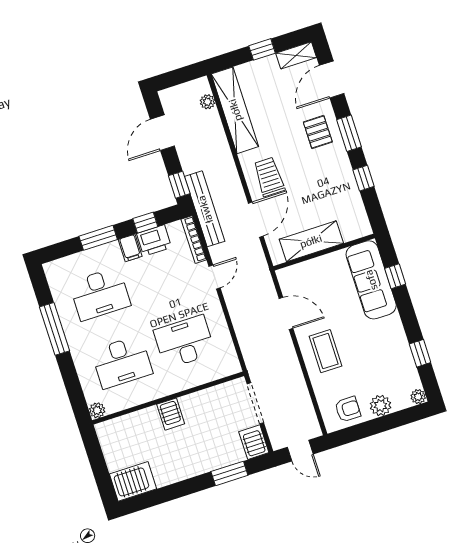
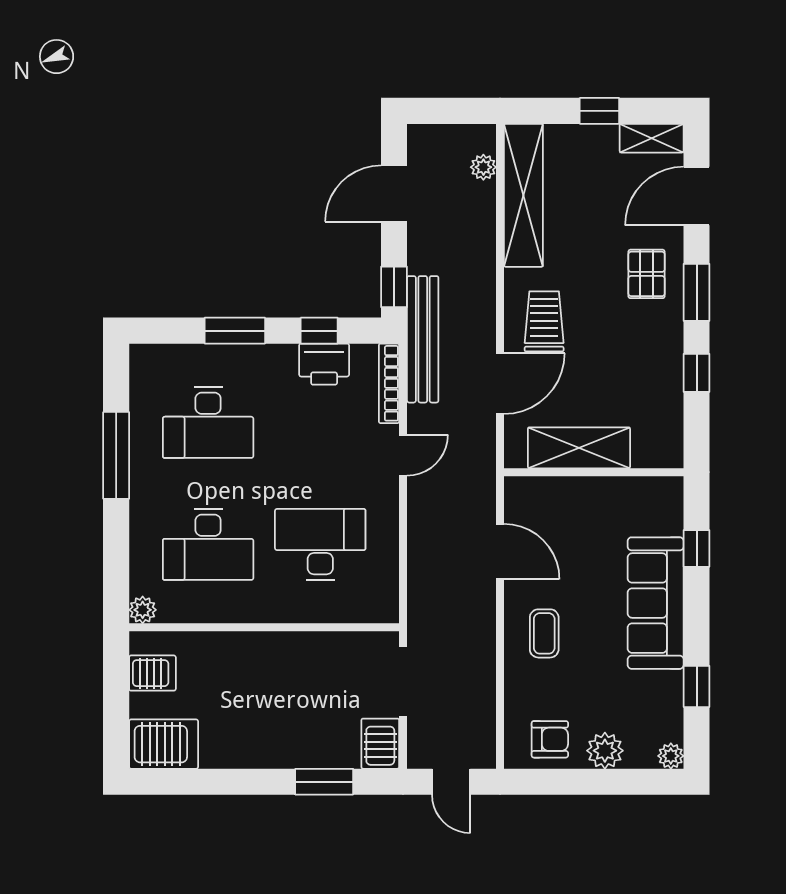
filing cabinet: (130, 248) -> (281, 364), removed
sofa: (371, 280) -> (656, 603), moved
coffee table: (325, 351) -> (544, 633), width x0.73, depth x0.77
server rack: (171, 414) -> (152, 673), moved, turned -90

